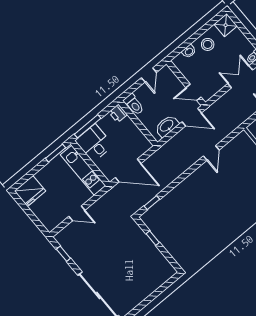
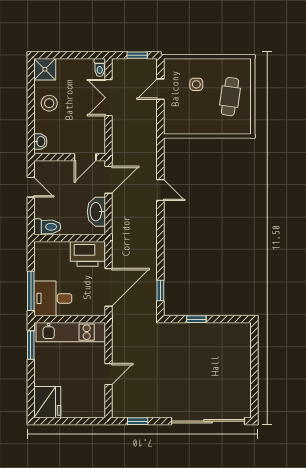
washbasin: (189, 51) -> (40, 142), moved
printer: (118, 113) -> (88, 254), moved, width x1.87, depth x1.48

